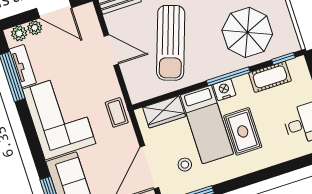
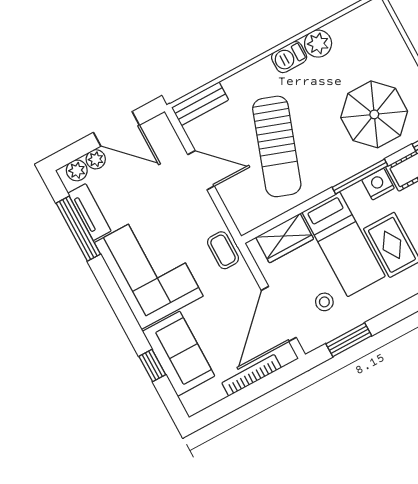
nightstand: (224, 90) -> (378, 184), moved

